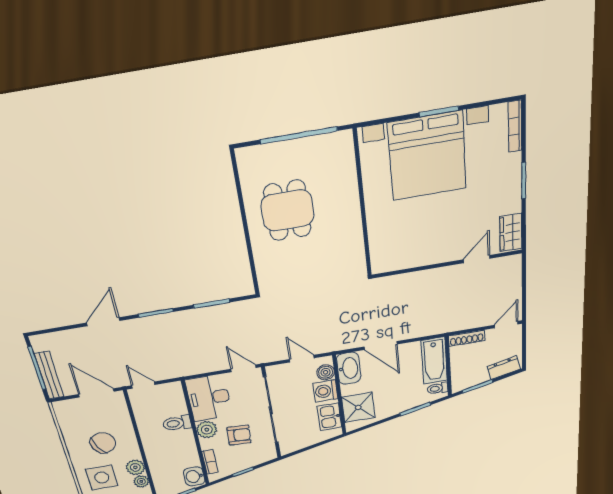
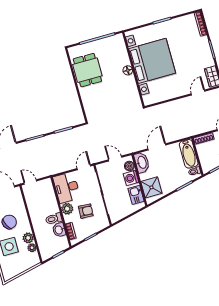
bed with nightstands: (427, 156) -> (152, 61), moved, turned -90
floor lamp: (351, 206) -> (128, 70), added
dining table: (287, 210) -> (87, 70), moved
door: (381, 346) -> (157, 147), swing flipped
door: (243, 368) -> (84, 167), hinge flipped
toilet: (177, 423) -> (54, 219), moved
washbasin: (194, 476) -> (59, 230), moved

